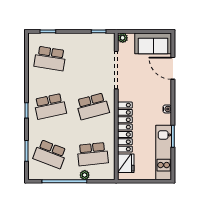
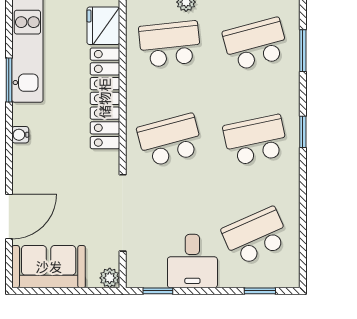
desk: (81, 46) -> (192, 261), added
school desk: (50, 58) -> (256, 236), turned -33
door: (173, 68) -> (9, 217), hinge flipped
school desk: (50, 154) -> (256, 44), turned -36

